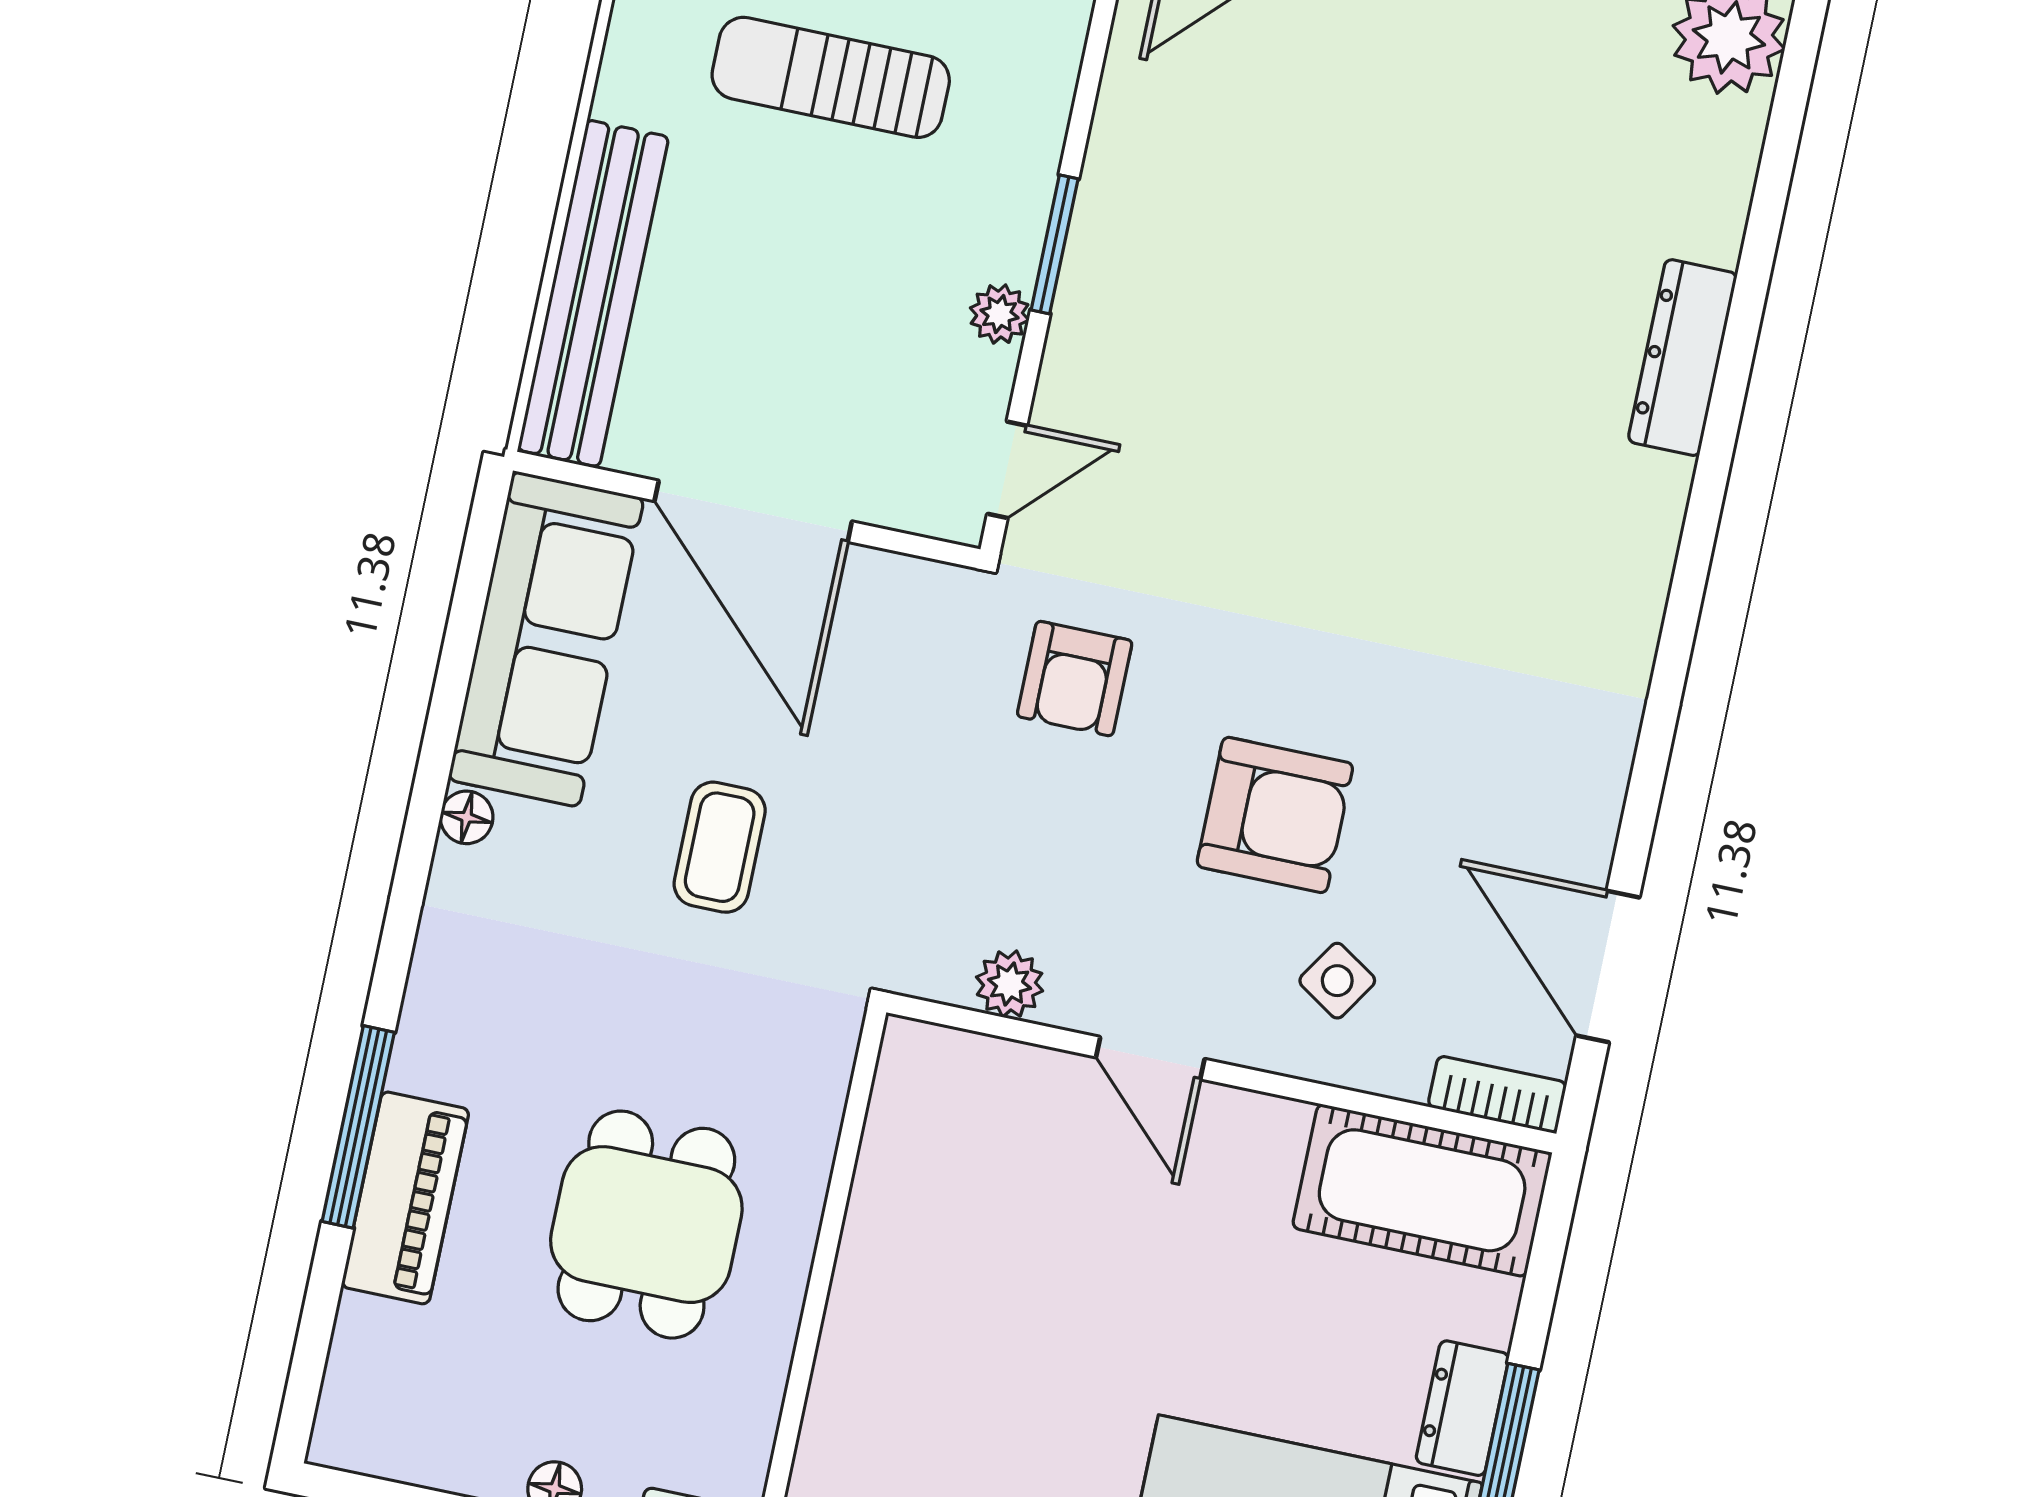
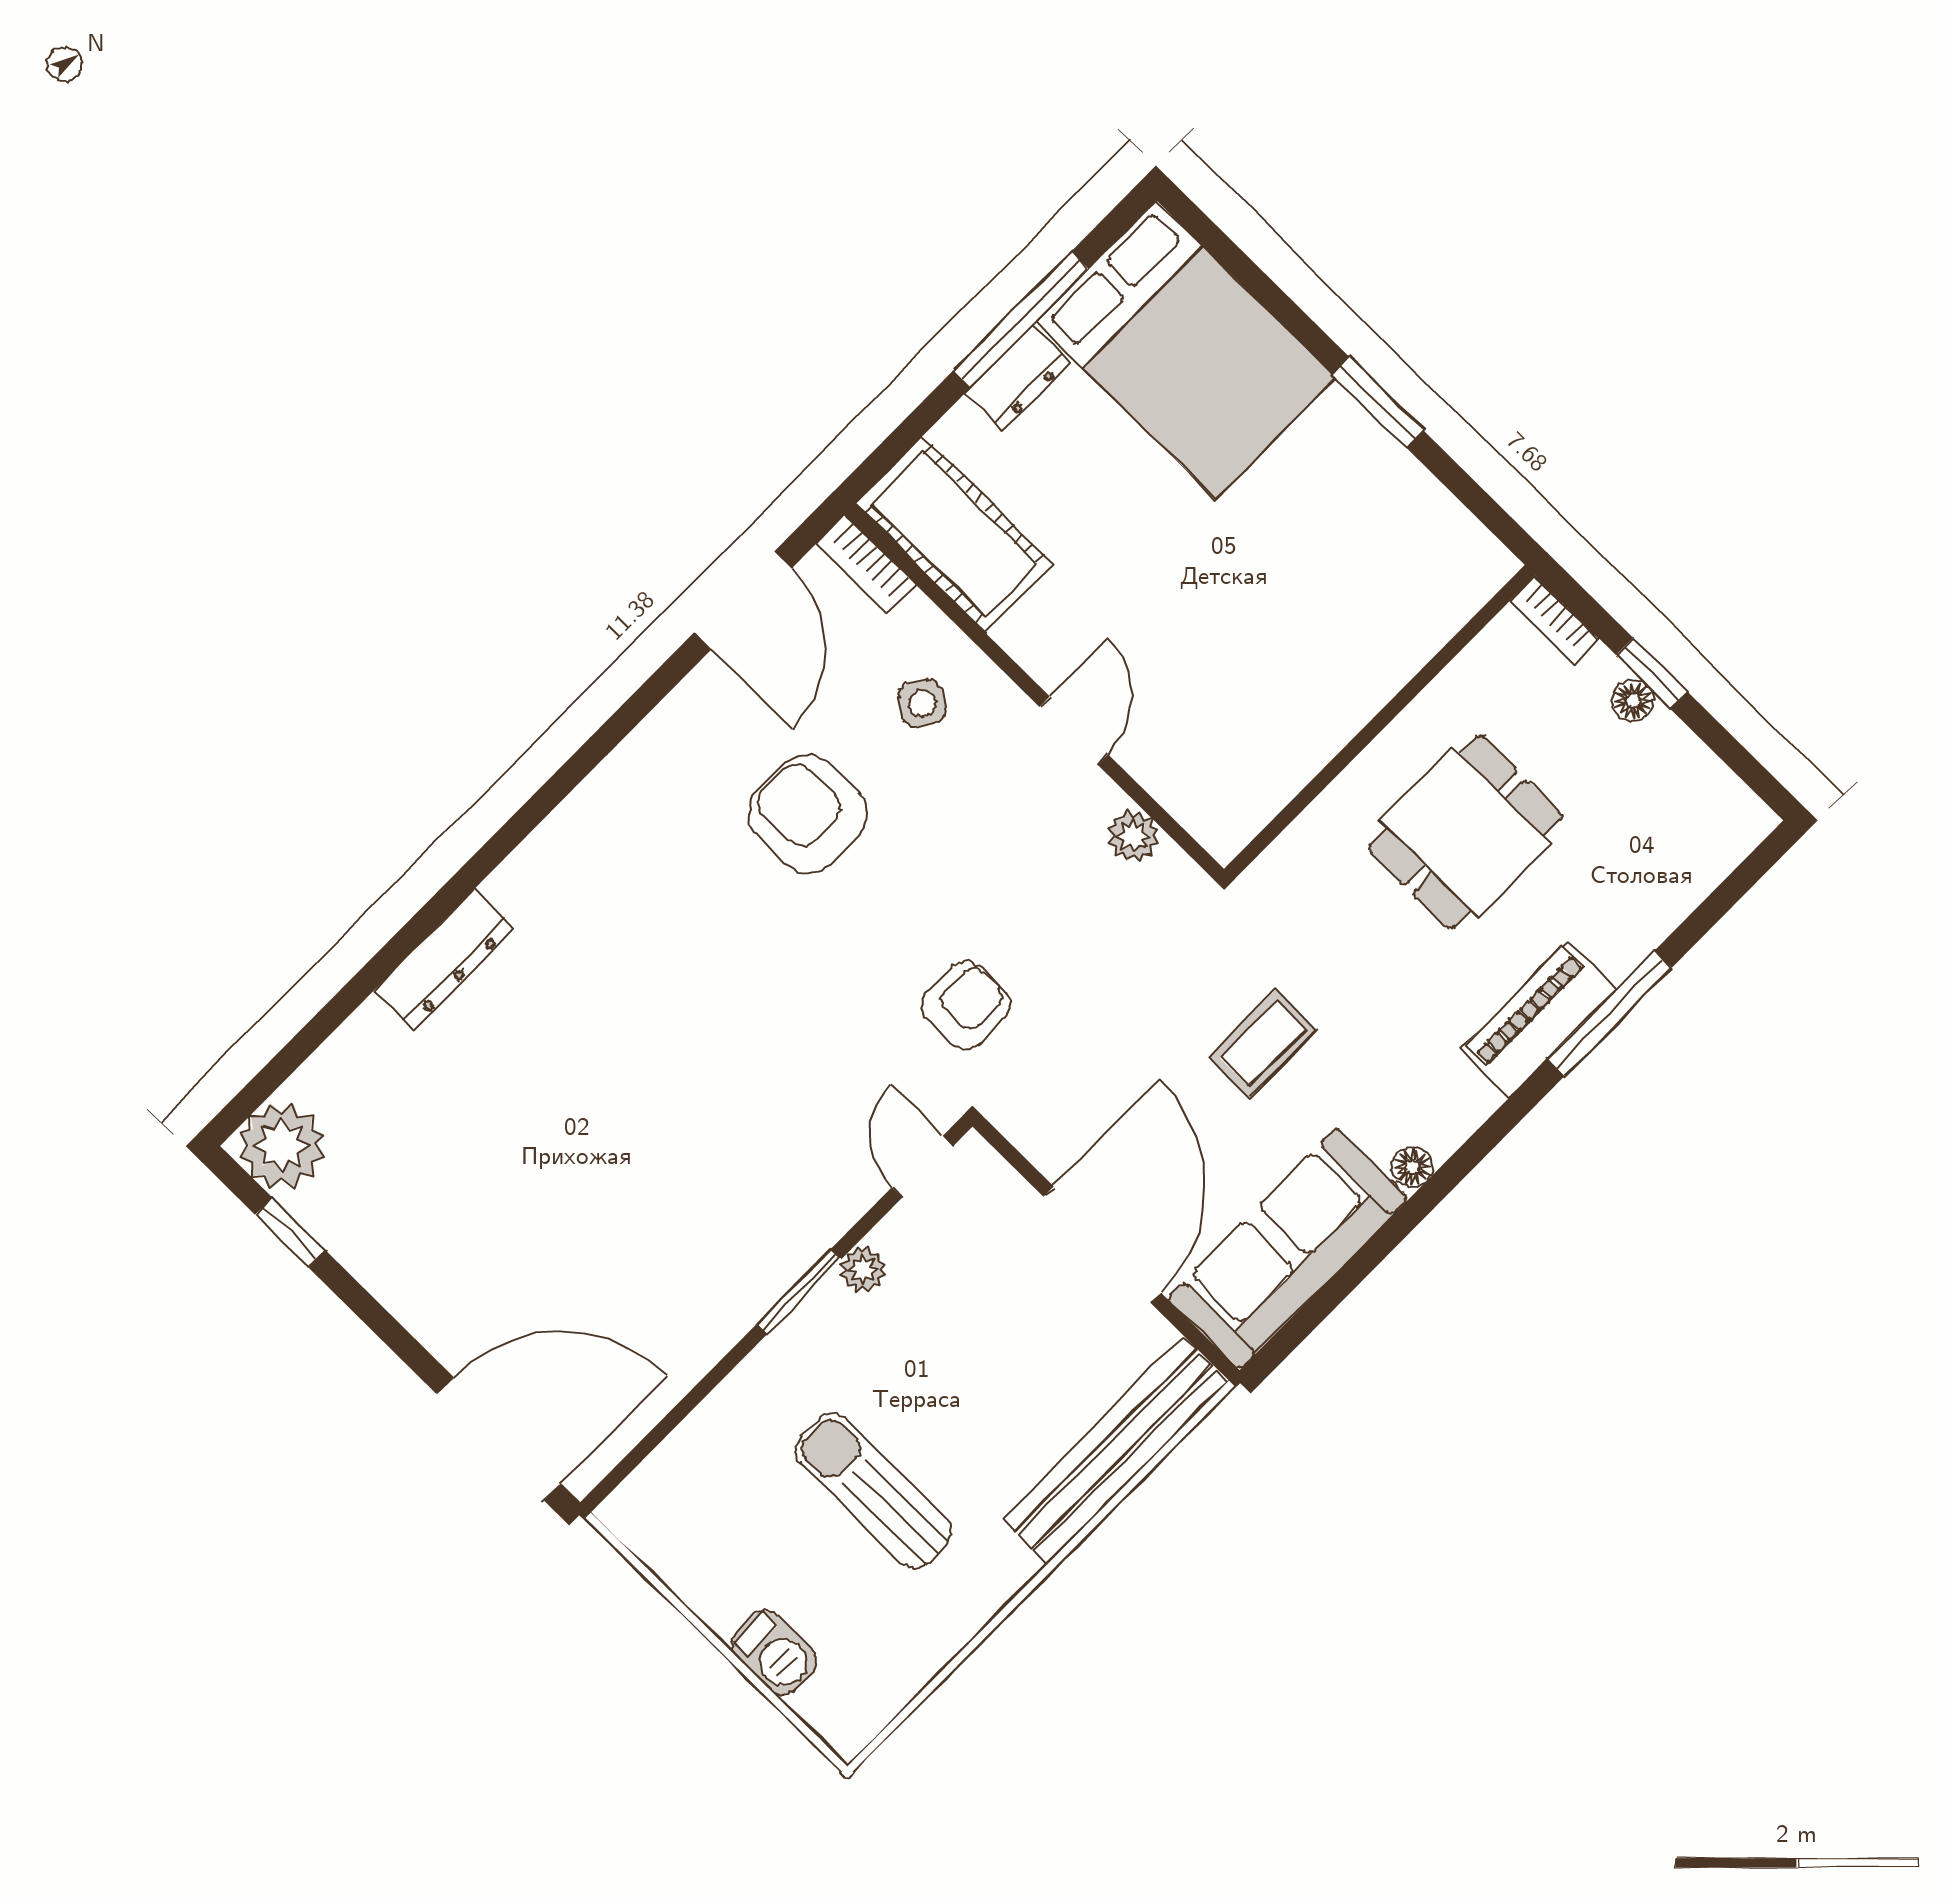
sun lounger: (831, 77) -> (874, 1491), turned 180
door: (1007, 470) -> (923, 1167), hinge flipped
armchair: (1275, 815) -> (808, 814), moved
piano: (405, 1198) -> (1539, 1019), moved

